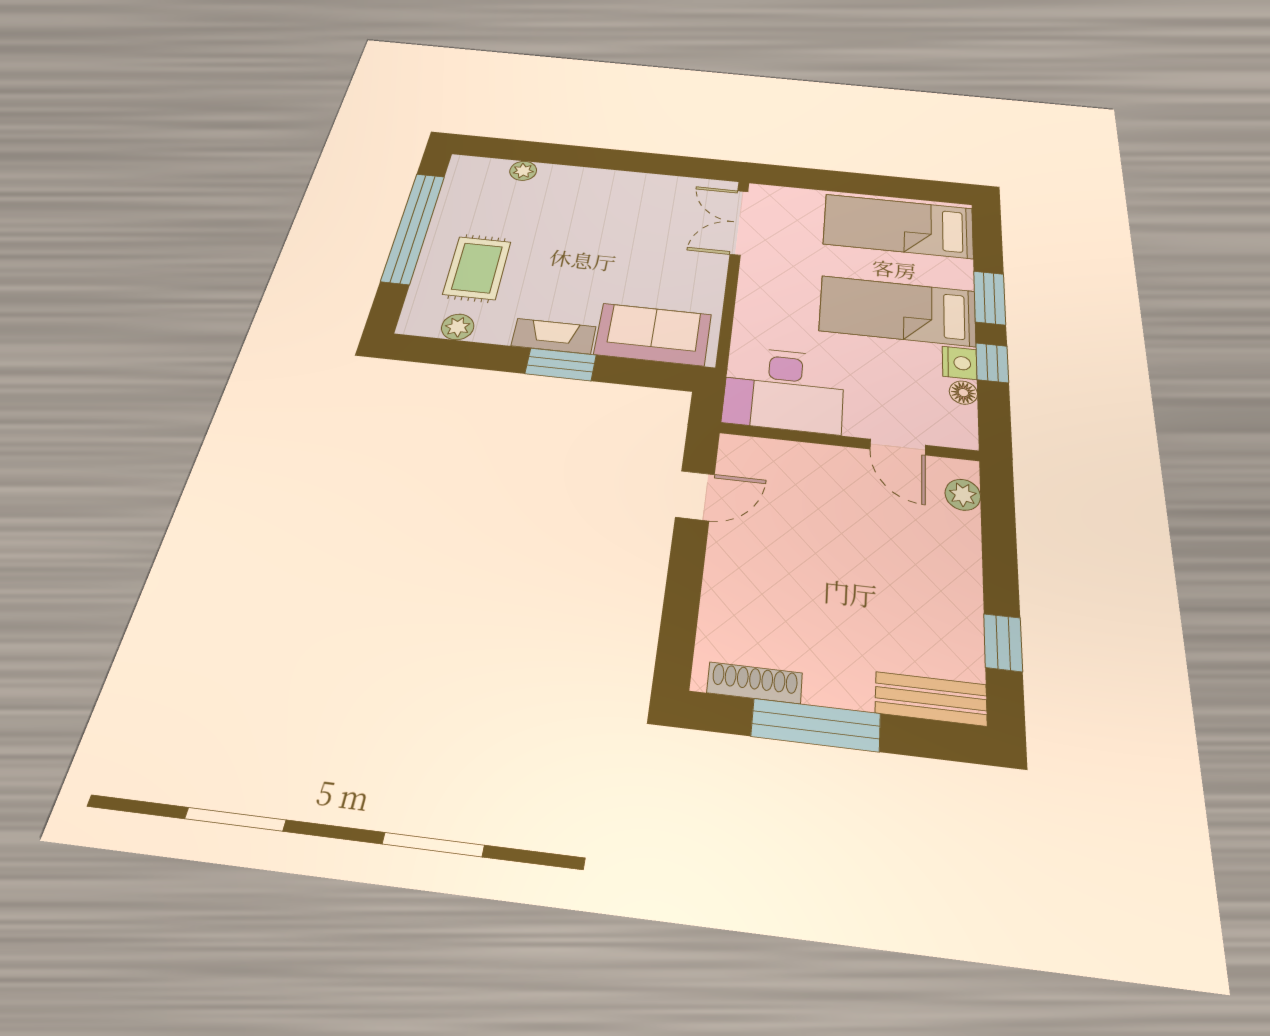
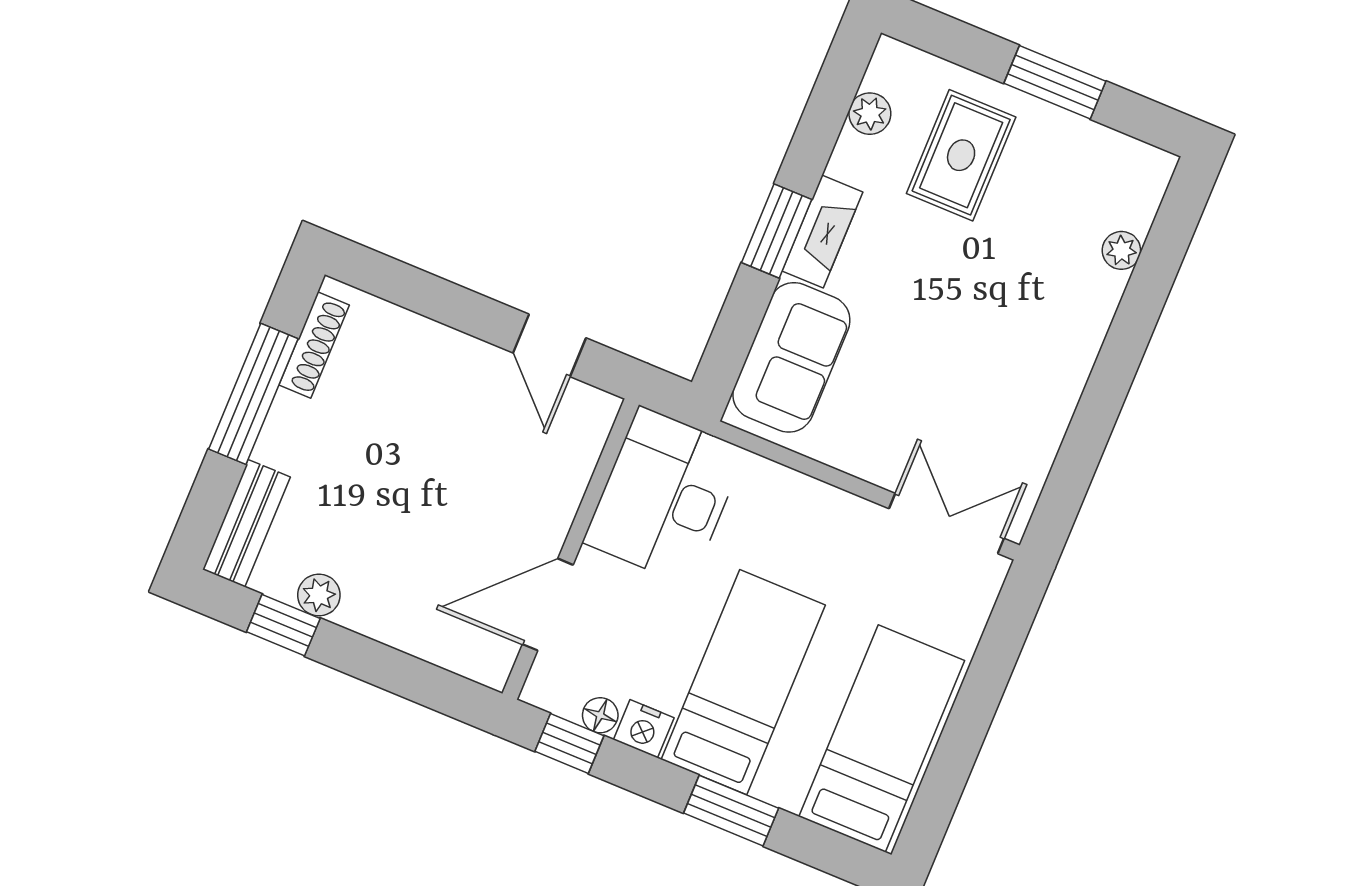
window: (413, 228) -> (1055, 82), width x0.47
rug: (477, 268) -> (961, 155), turned 90
window: (992, 363) -> (569, 744), moved
door: (898, 447) -> (548, 605), width x1.38
plant: (963, 495) -> (319, 595), moved

